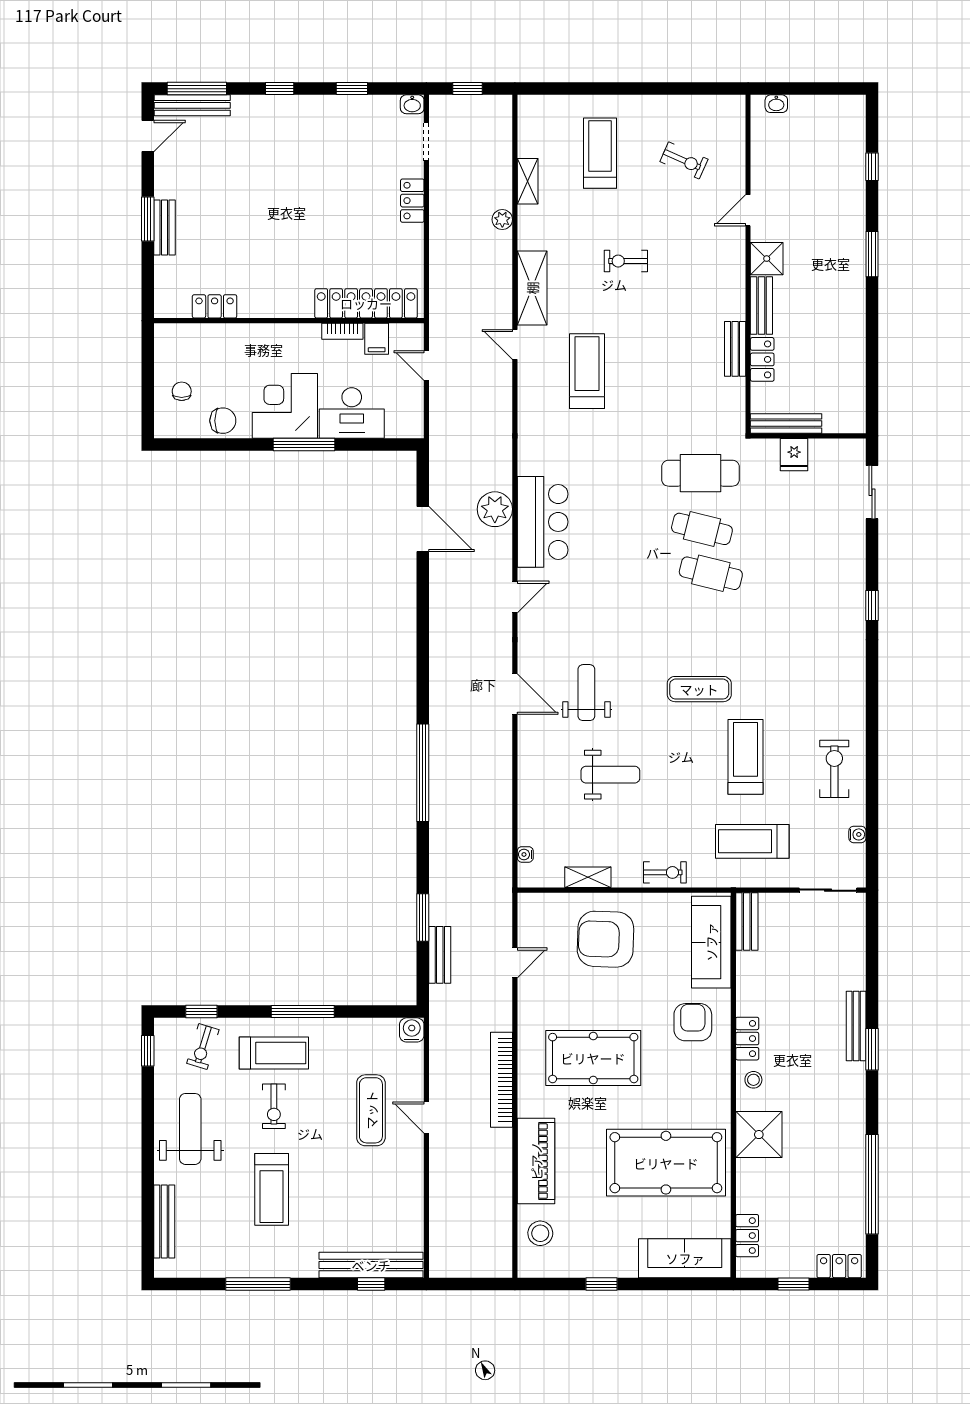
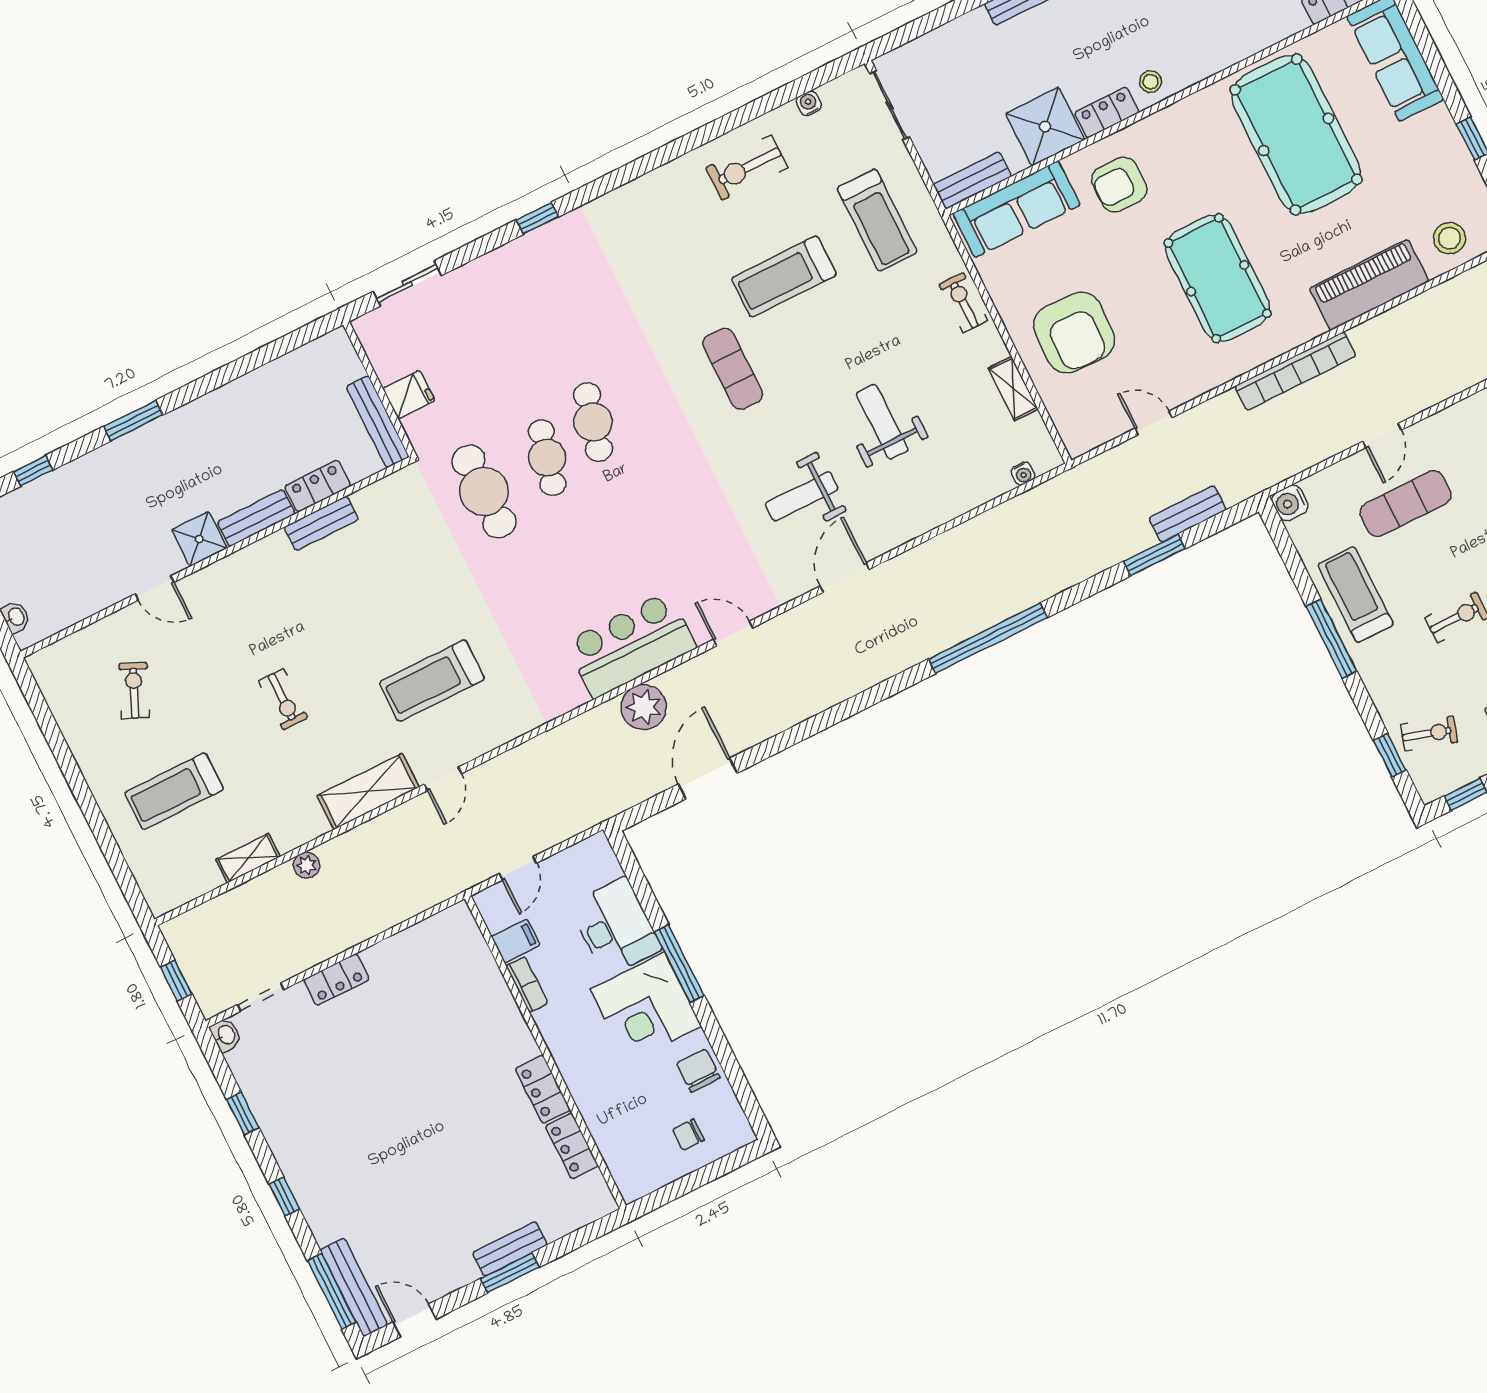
locker: (366, 303) -> (543, 1089), moved, width x0.46, depth x0.83
treadmill: (274, 1053) -> (1356, 595), moved
shower: (759, 1135) -> (1045, 127), moved

